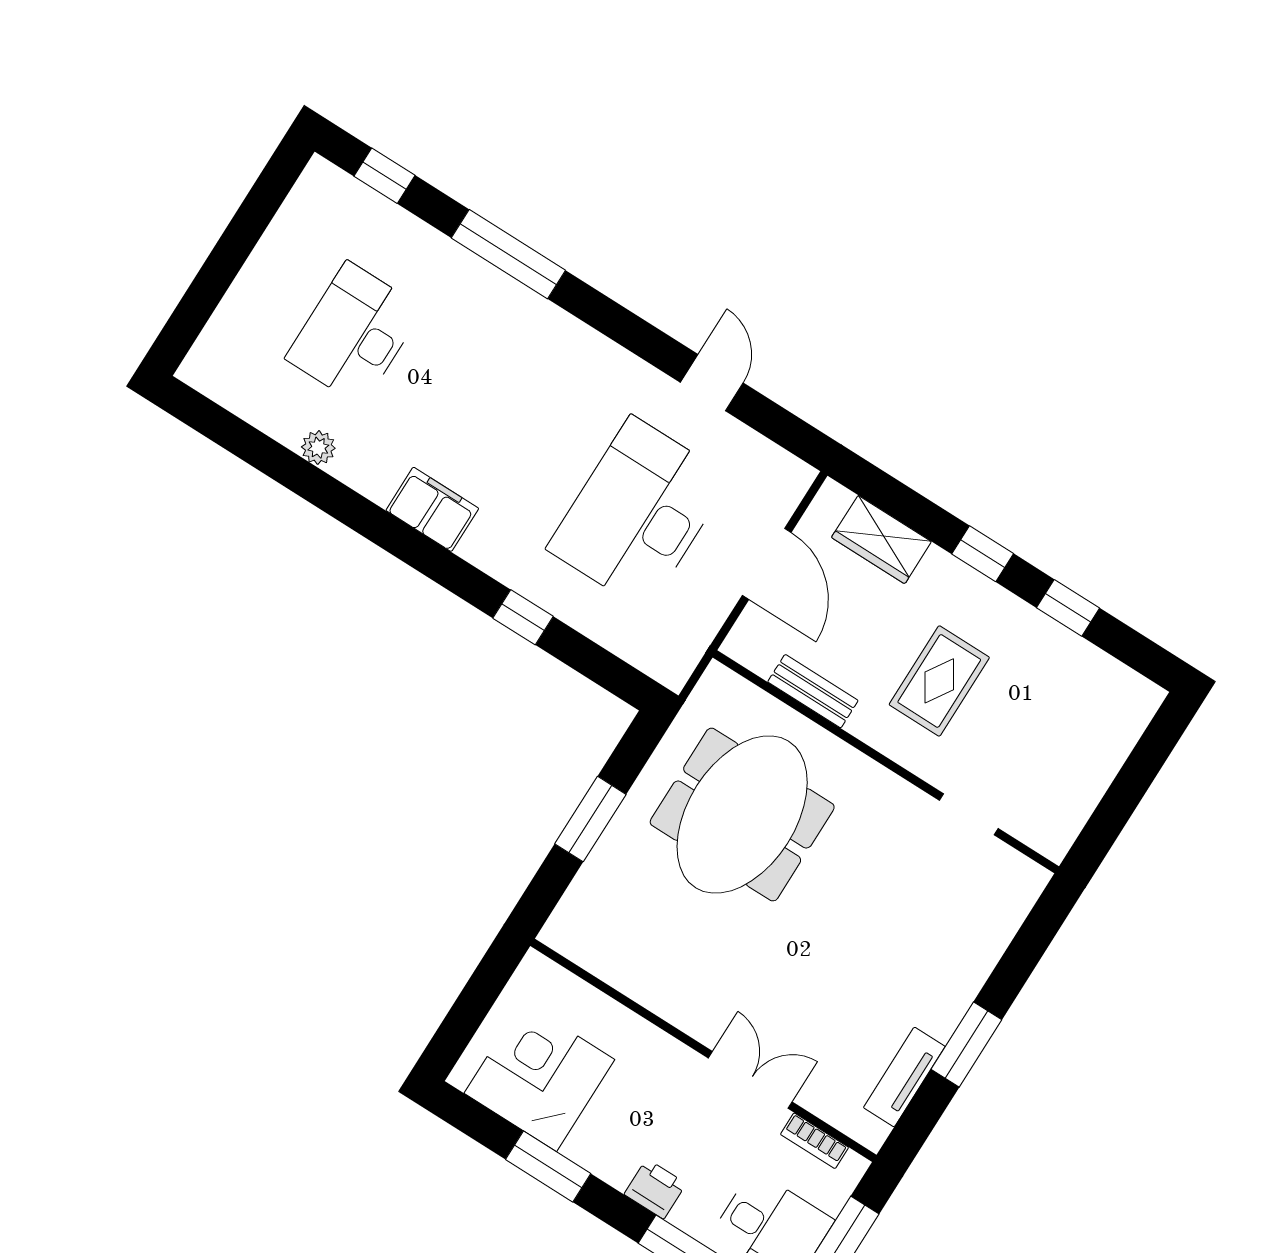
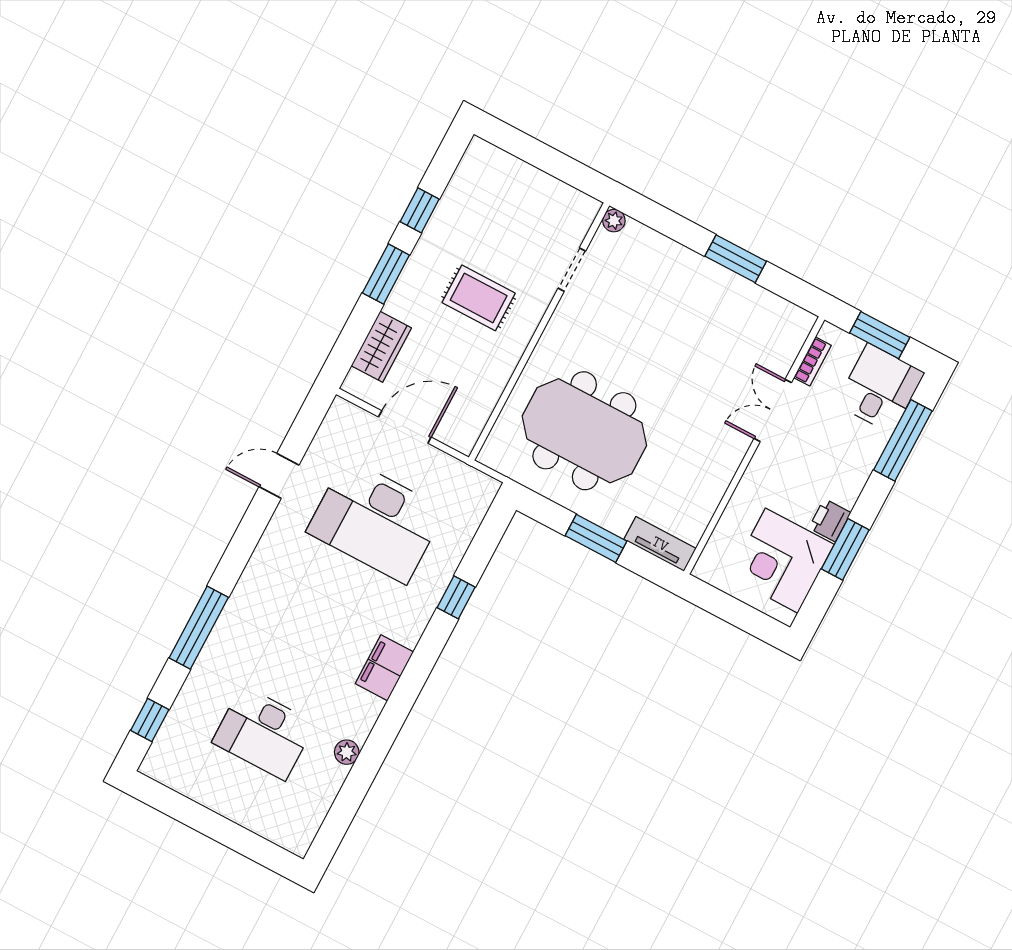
window: (983, 554) -> (386, 274), width x1.50
bench: (813, 691) -> (493, 387), removed
plant: (1033, 878) -> (614, 221), added
tv unit: (904, 1077) -> (660, 544), moved, turned 180
printer: (655, 1189) -> (830, 520), moved

